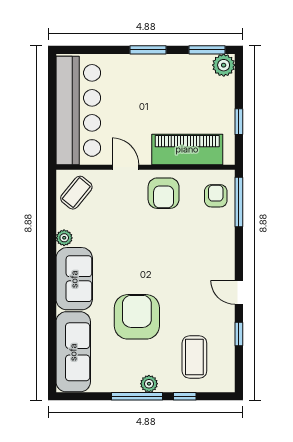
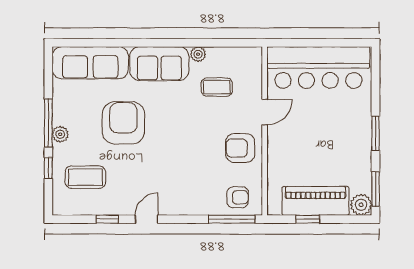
piano: (187, 149) -> (315, 201), moved, turned -90
coffee table: (76, 193) -> (217, 87), moved, turned -39
armchair: (137, 317) -> (123, 123), turned -90

